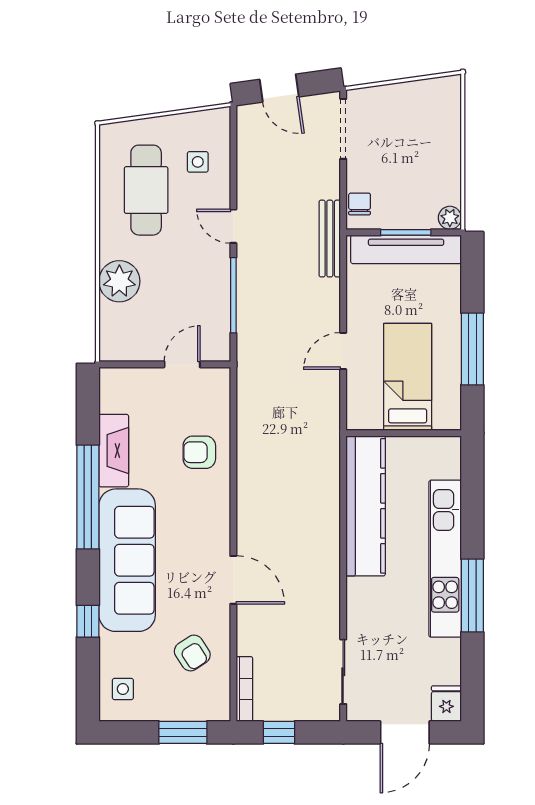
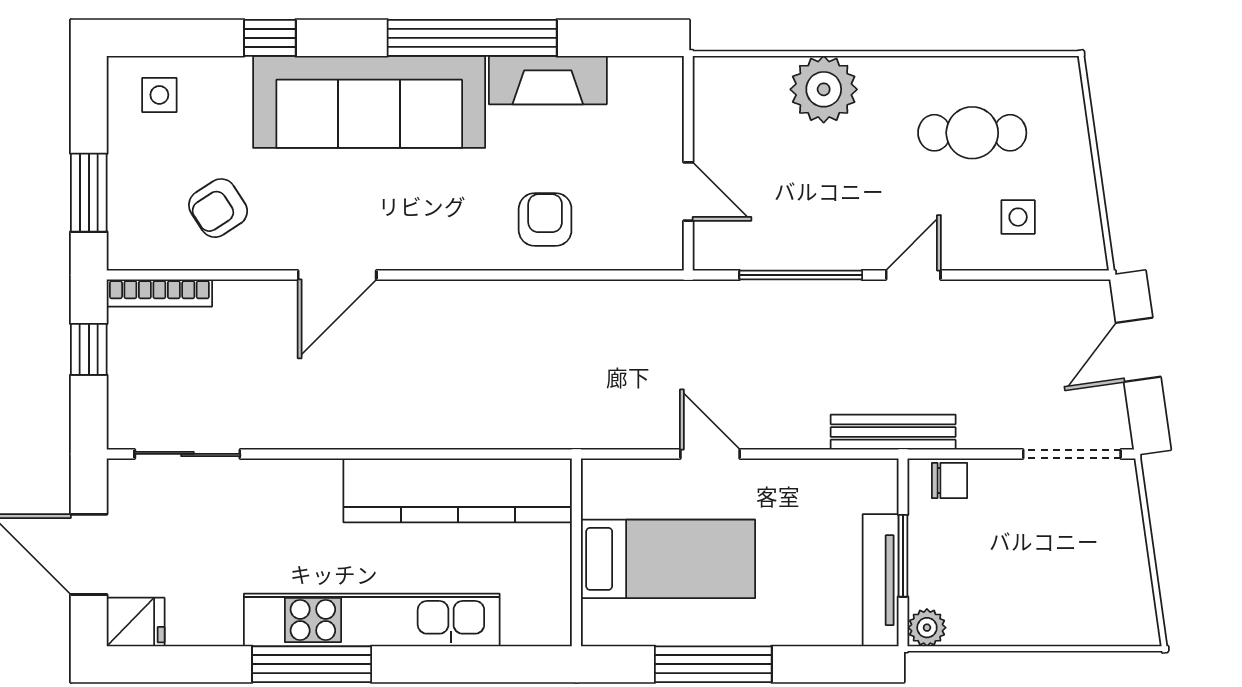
cafe table: (146, 190) -> (972, 133), width x0.73, depth x0.74
tv unit: (406, 249) -> (881, 580), width x0.73, depth x0.78

